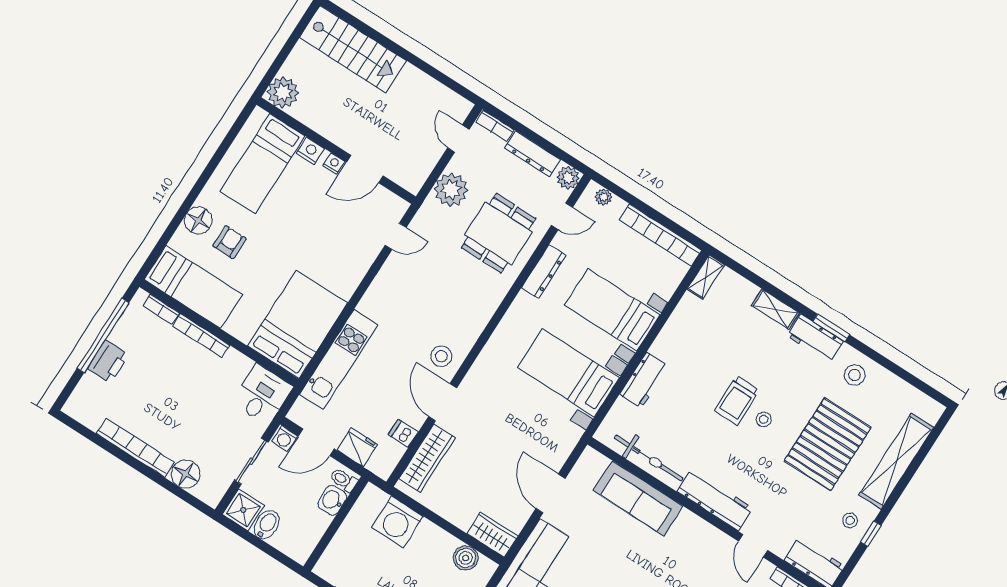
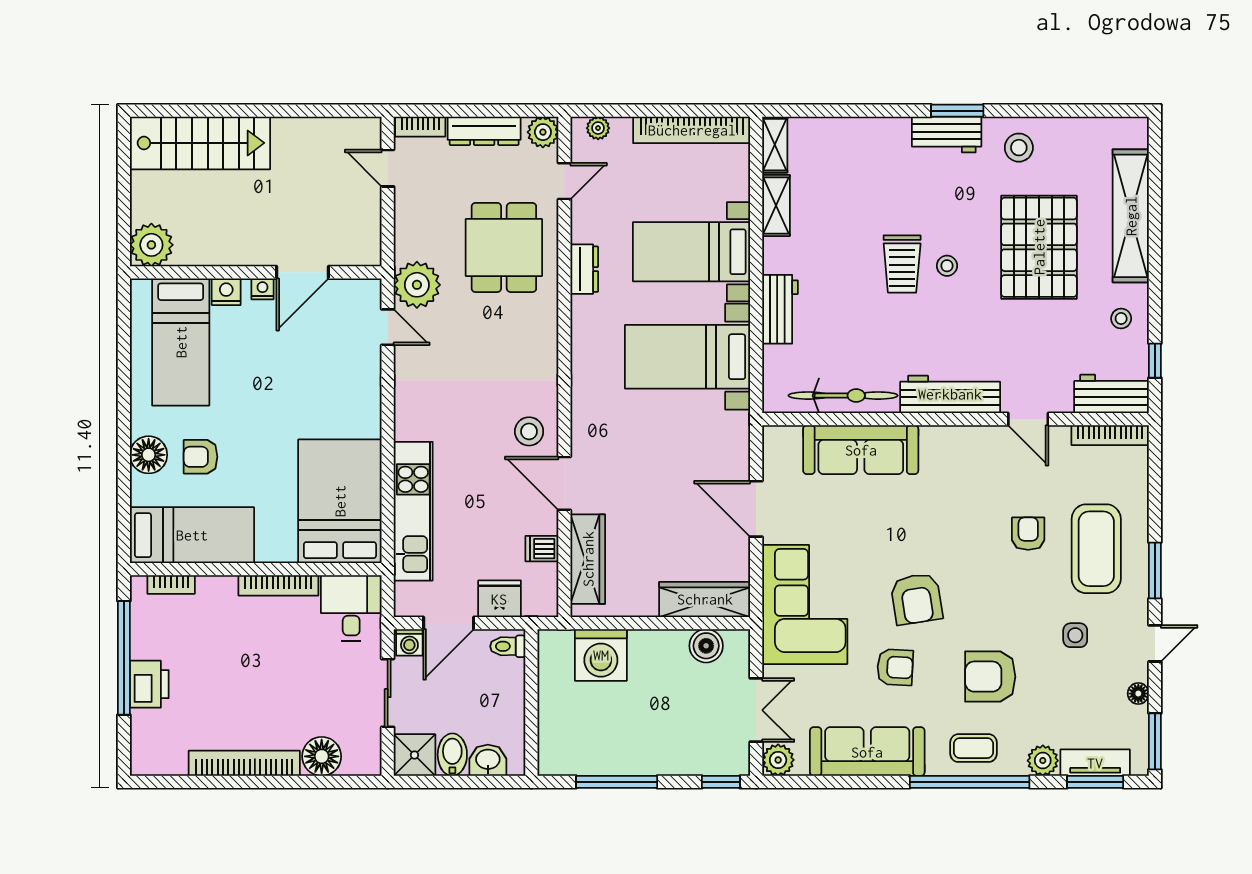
plant: (451, 190) -> (417, 285), moved
door: (396, 236) -> (388, 327), hinge flipped
armchair: (229, 242) -> (201, 457), turned -90
dresser: (544, 272) -> (584, 269), width x0.70
shelving: (775, 309) -> (776, 205), moved, turned 90
bookcase: (201, 336) -> (278, 585), moved
washbasin: (332, 500) -> (488, 760), moved, turned 90
window: (871, 534) -> (1155, 361), moved
wardrobe: (492, 535) -> (705, 599), width x1.50

